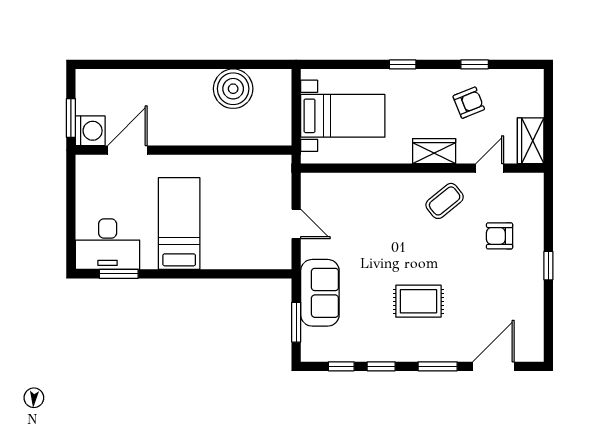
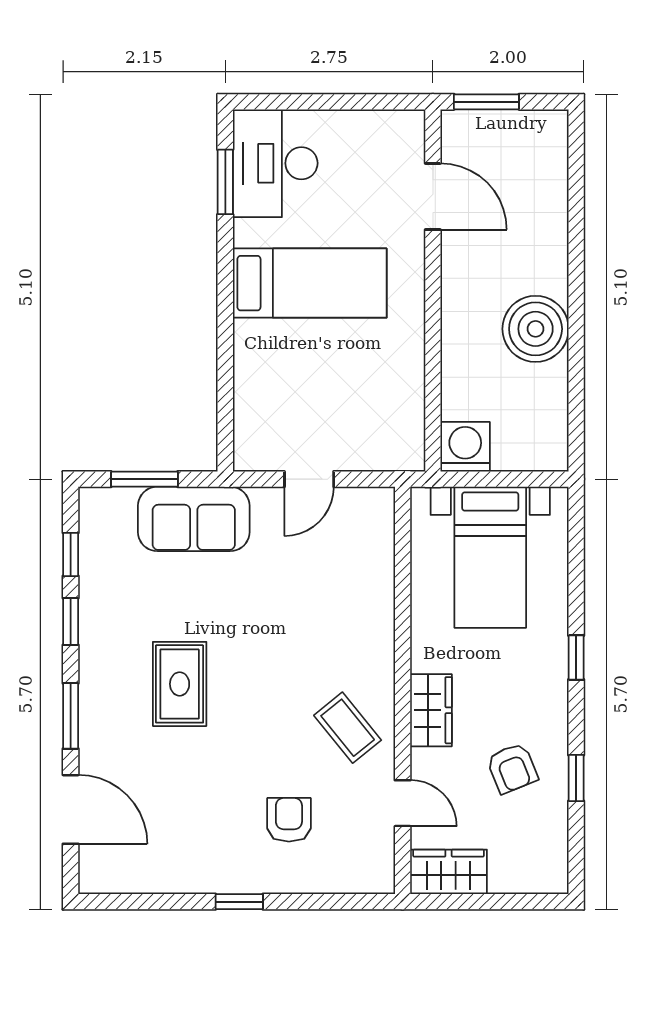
boiler: (233, 89) -> (536, 329), moved
washing machine: (90, 131) -> (465, 447), moved, turned 180

